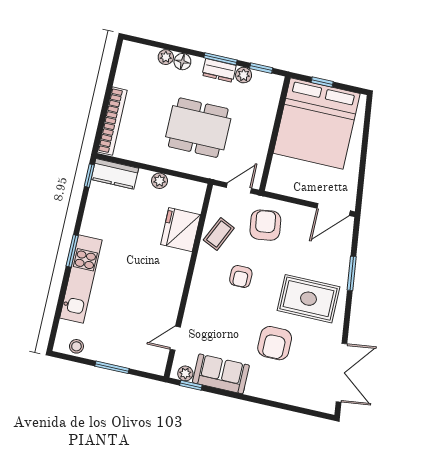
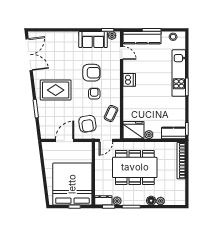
dresser: (219, 70) -> (103, 200), moved
dining table: (198, 128) -> (135, 167), width x1.36, depth x1.24
door: (334, 209) -> (65, 140), moved
fridge: (181, 230) -> (133, 130), moved, turned -90
dishwasher: (173, 287) -> (129, 80), added
door: (175, 338) -> (122, 53), hinge flipped
armchair: (275, 343) -> (91, 73), moved, turned 90
kitchen counter: (133, 357) -> (142, 38), added
double door: (341, 373) -> (29, 55), swing flipped

